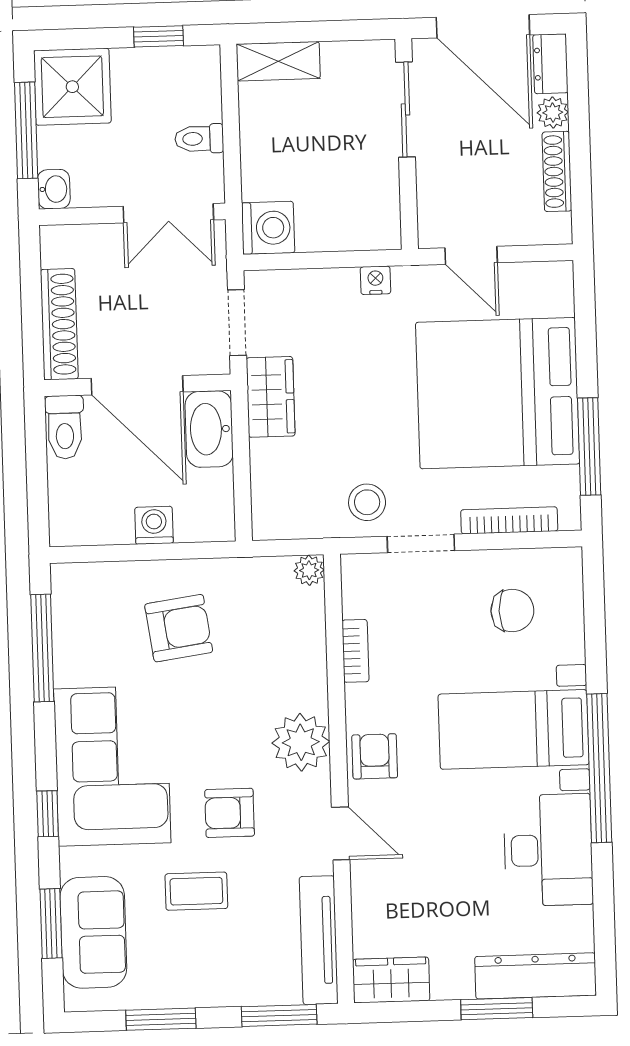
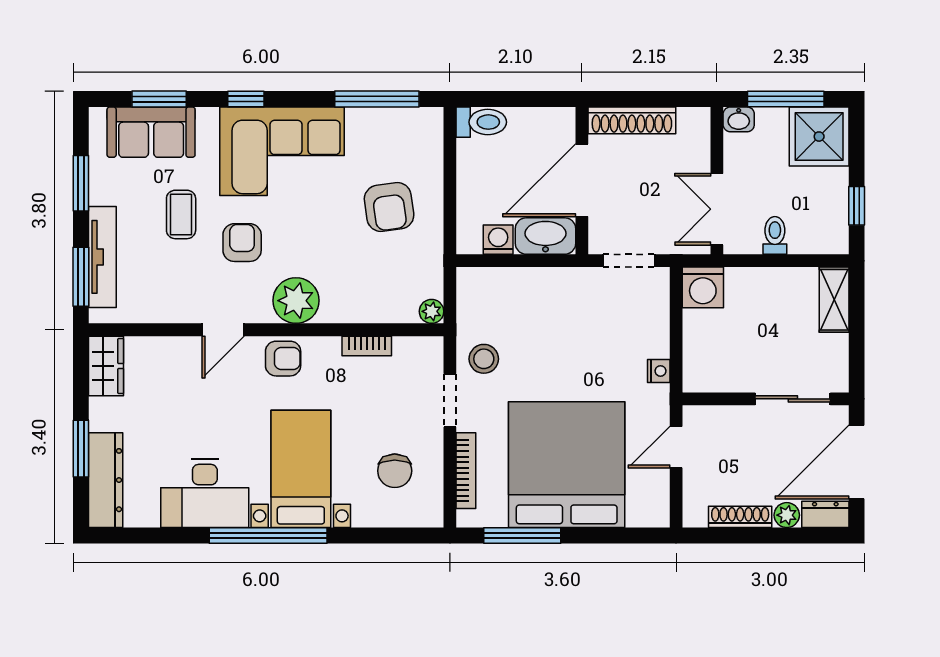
wardrobe: (271, 397) -> (569, 285), removed
toilet: (65, 427) -> (481, 122), moved, turned 180
washing machine: (154, 525) -> (498, 240), moved, turned -90
tv unit: (319, 940) -> (102, 257), moved, turned 90

